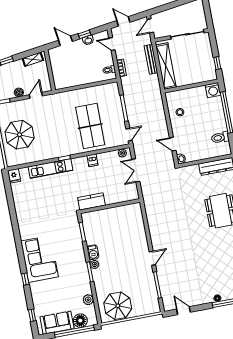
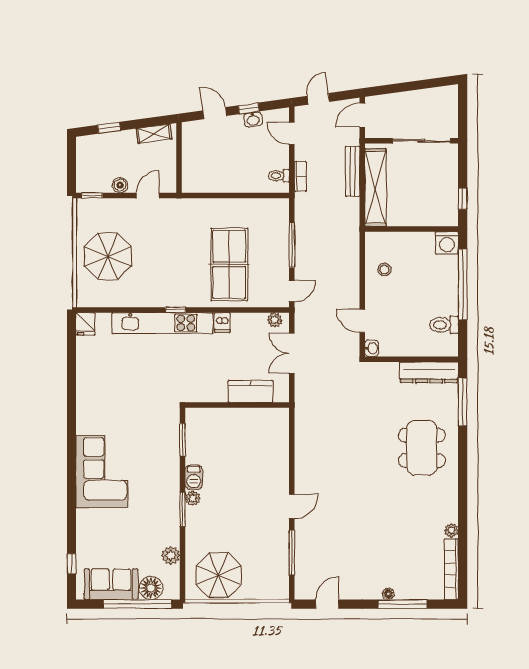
door: (123, 21) -> (318, 99), hinge flipped
kitchen unit: (51, 168) -> (163, 323), width x1.36
kitchen counter: (91, 201) -> (250, 391), moved
window: (25, 279) -> (72, 501), removed
door: (183, 311) -> (327, 604), hinge flipped

